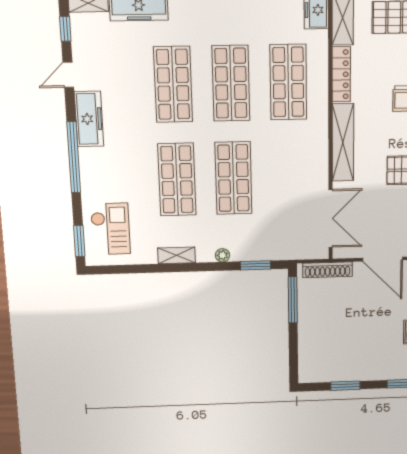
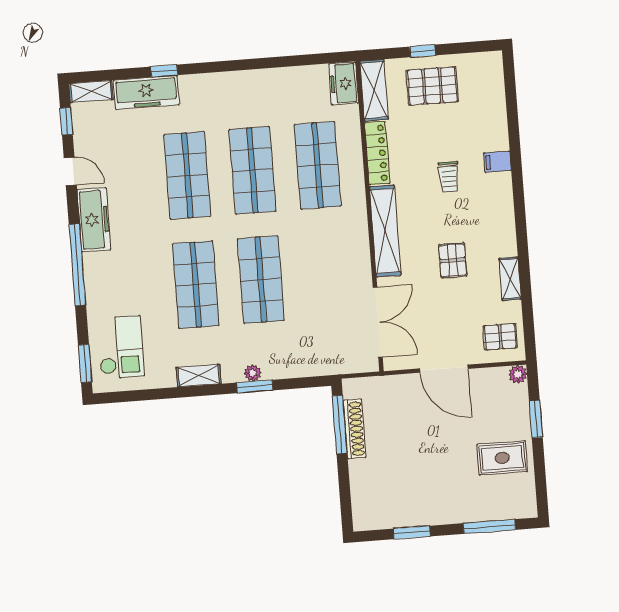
door: (68, 75) -> (70, 171), swing flipped
window: (256, 265) -> (255, 386), moved
shoe rack: (328, 270) -> (354, 429), moved, turned -90

